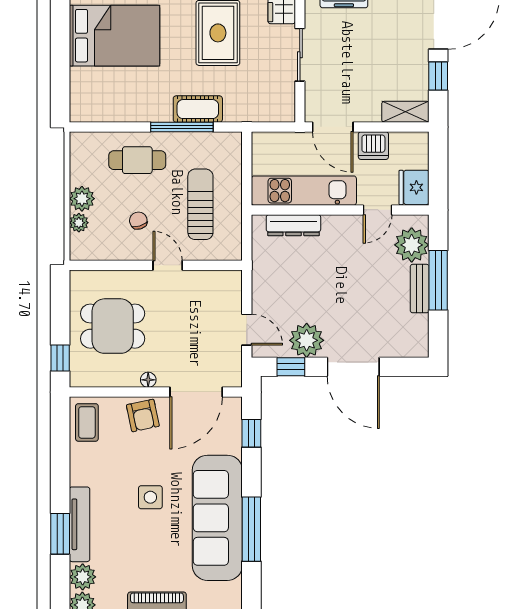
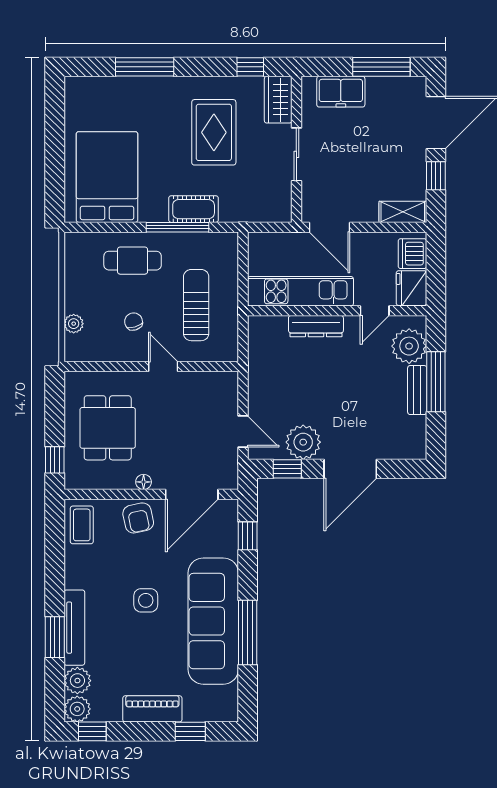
bed: (114, 36) -> (107, 177), moved, turned -90
dishwasher: (373, 146) -> (412, 254), moved, turned 90
plant: (82, 199) -> (77, 299), removed
dresser: (293, 225) -> (316, 326), moved
dining table: (113, 326) -> (108, 428), turned 90
door: (353, 367) -> (350, 469), hinge flipped

